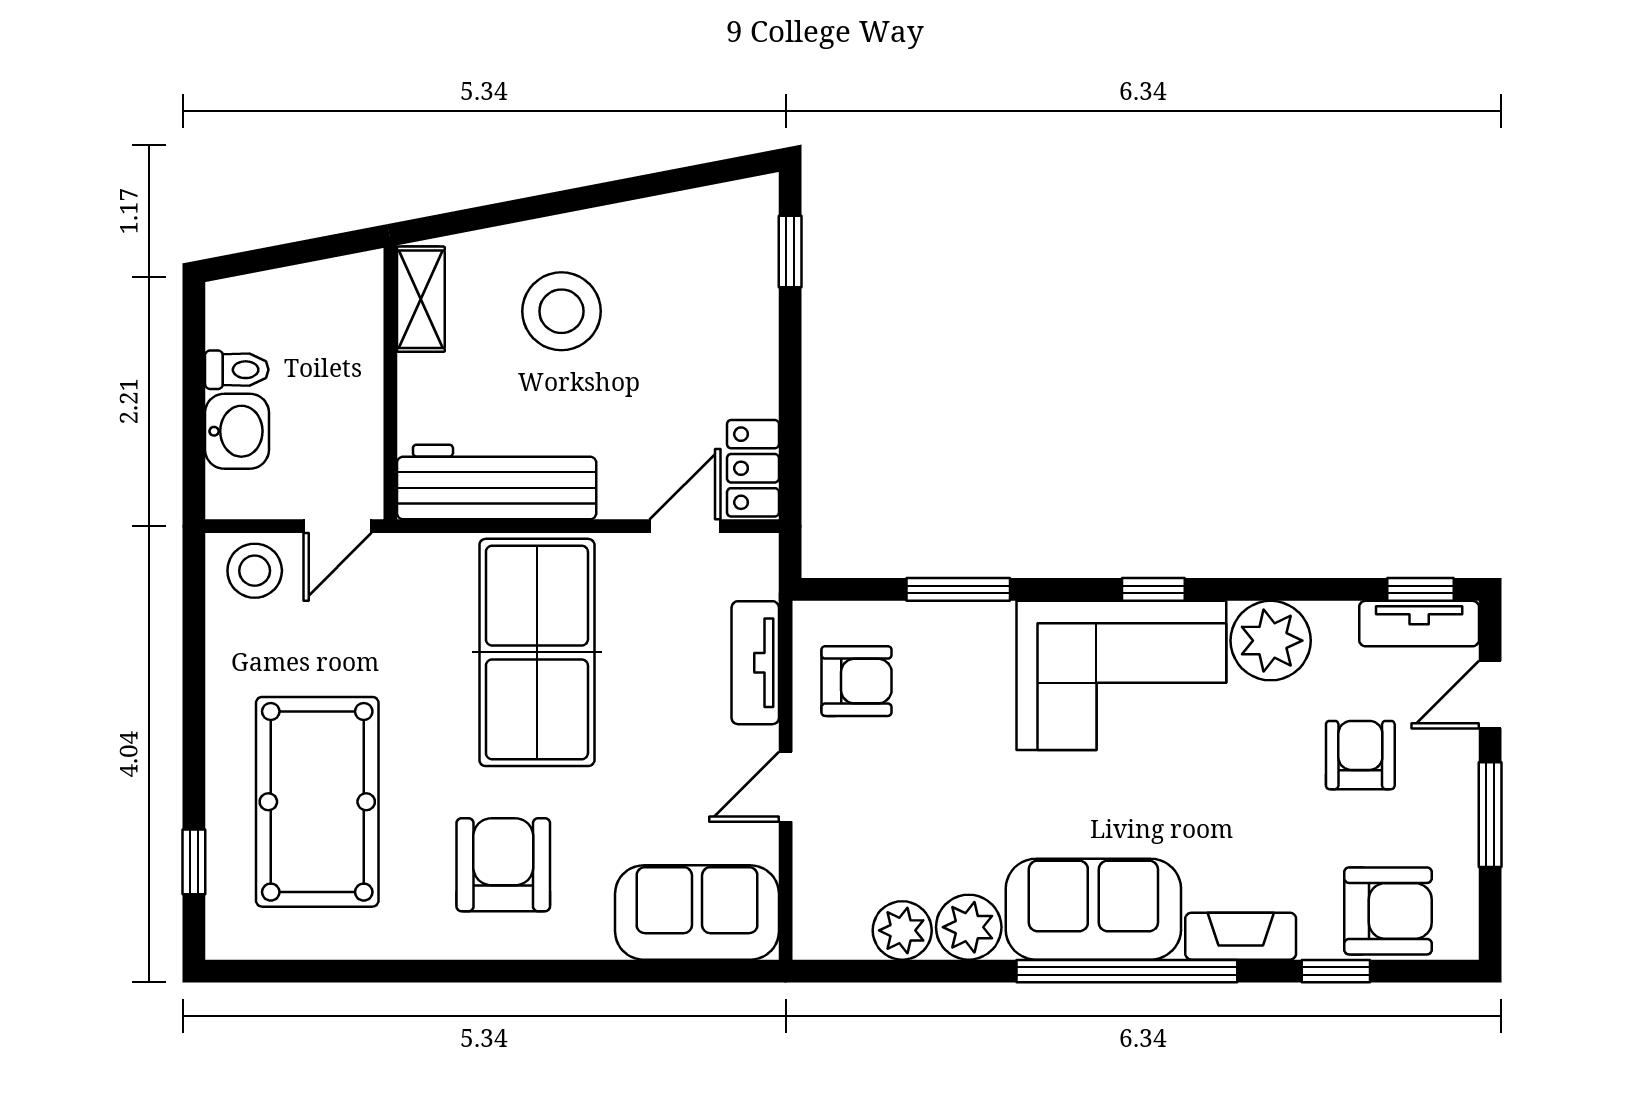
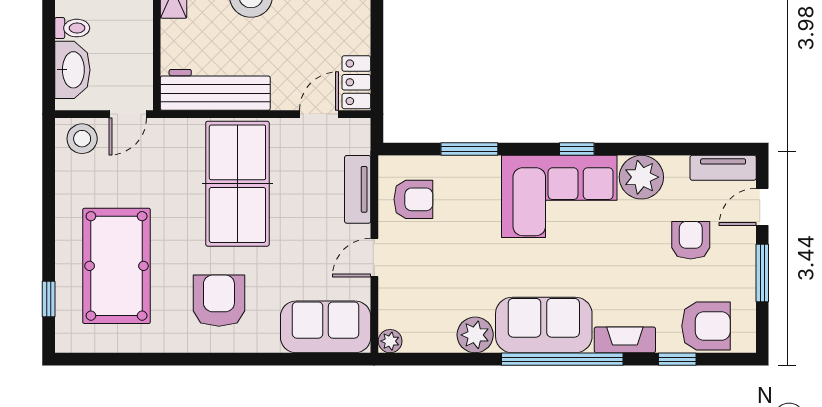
washbasin: (237, 431) -> (72, 70), width x1.38
window: (1420, 589) -> (724, 149), removed
plant: (902, 930) -> (390, 341), moved, width x0.73, depth x0.73

